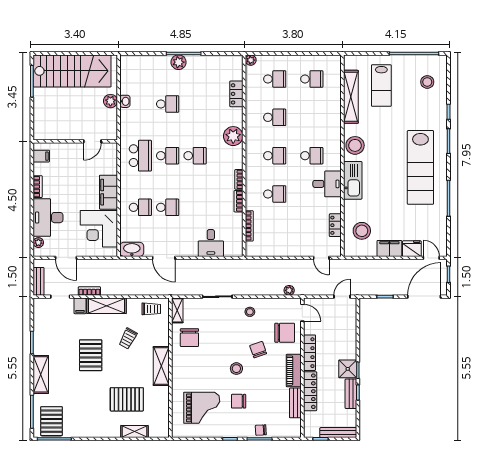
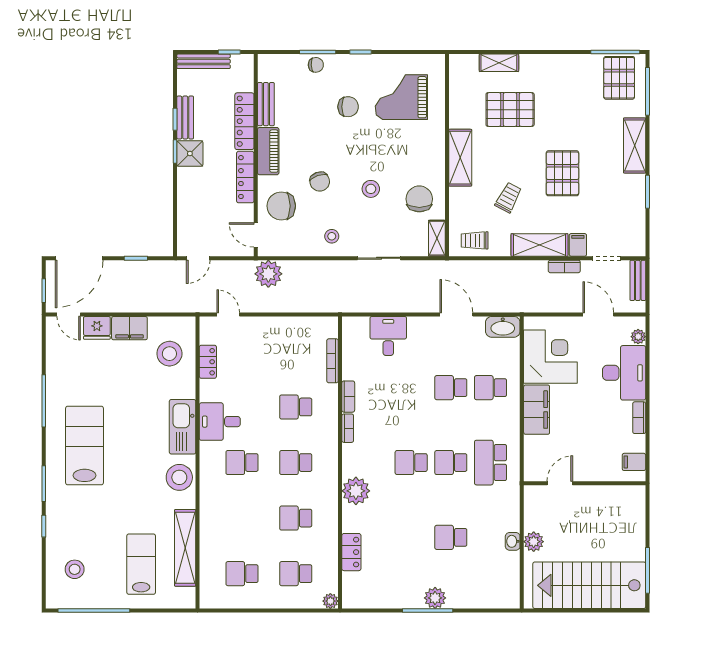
lab bench: (420, 167) -> (85, 445), width x0.73
plant: (289, 290) -> (268, 274), width x1.88, depth x1.88
stool: (236, 369) -> (371, 189), moved

